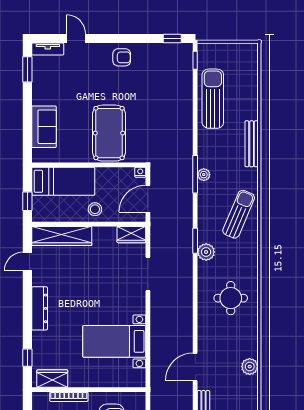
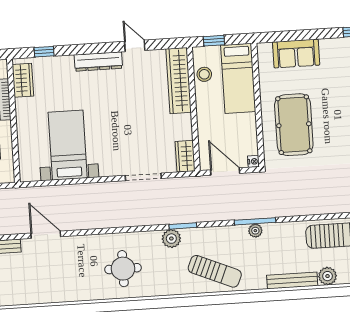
pool table: (109, 133) -> (294, 125), turned 90
stool: (95, 209) -> (204, 74), moved
door: (27, 262) -> (135, 46), moved
plant: (250, 367) -> (328, 276), moved

